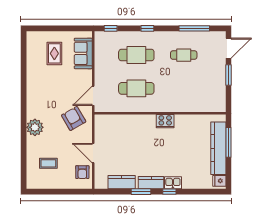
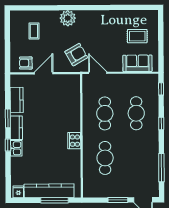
cafe table: (184, 55) -> (105, 158), moved, width x1.37, depth x1.35

